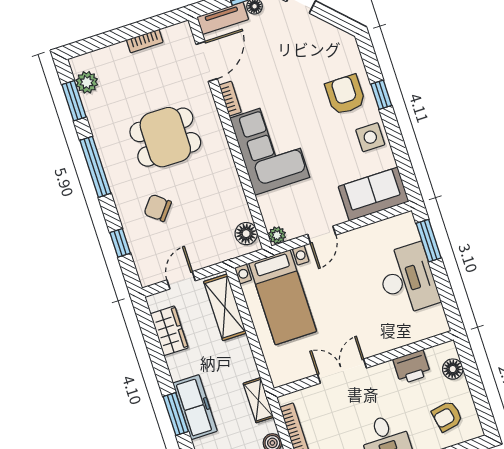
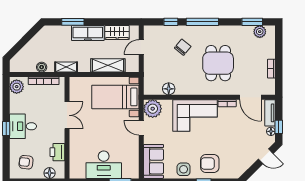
armchair: (345, 95) -> (210, 163), turned 180
window: (95, 167) -> (202, 22), moved
floor lamp: (246, 234) -> (169, 89), moved
plant: (277, 235) -> (153, 109), width x1.88, depth x1.88
door: (181, 280) -> (141, 47), swing flipped
shelving: (225, 307) -> (108, 65), moved
freezer: (195, 407) -> (88, 33), moved
armchair: (447, 416) -> (26, 162), turned -72

